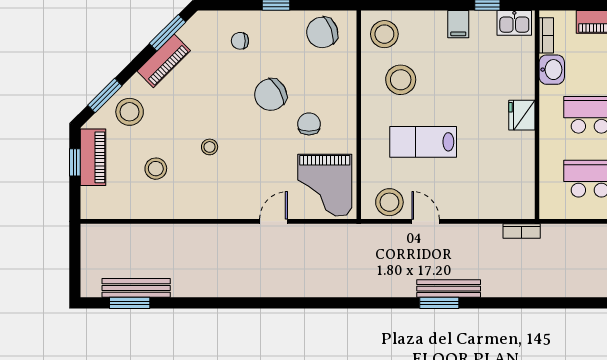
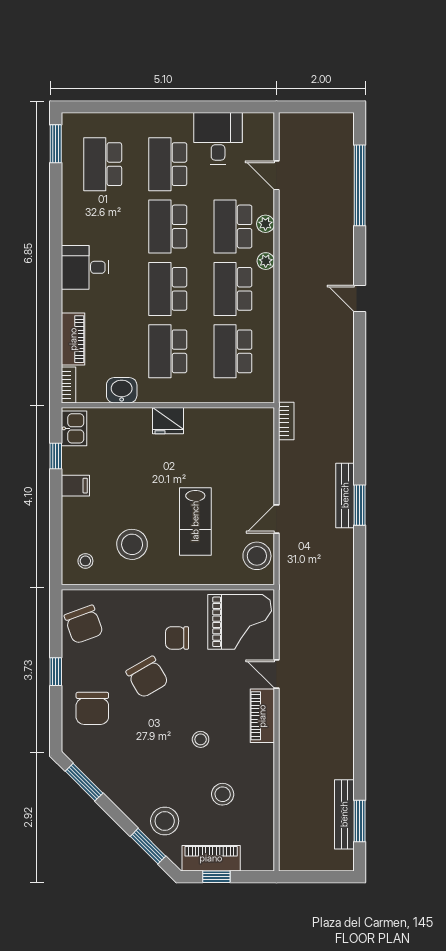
stool: (384, 34) -> (85, 561), width x0.53, depth x0.53
bookcase: (546, 35) -> (68, 385), moved, turned 90
chair: (240, 41) -> (92, 708), width x1.87, depth x1.87
piano: (164, 61) -> (262, 716), moved, turned -135

